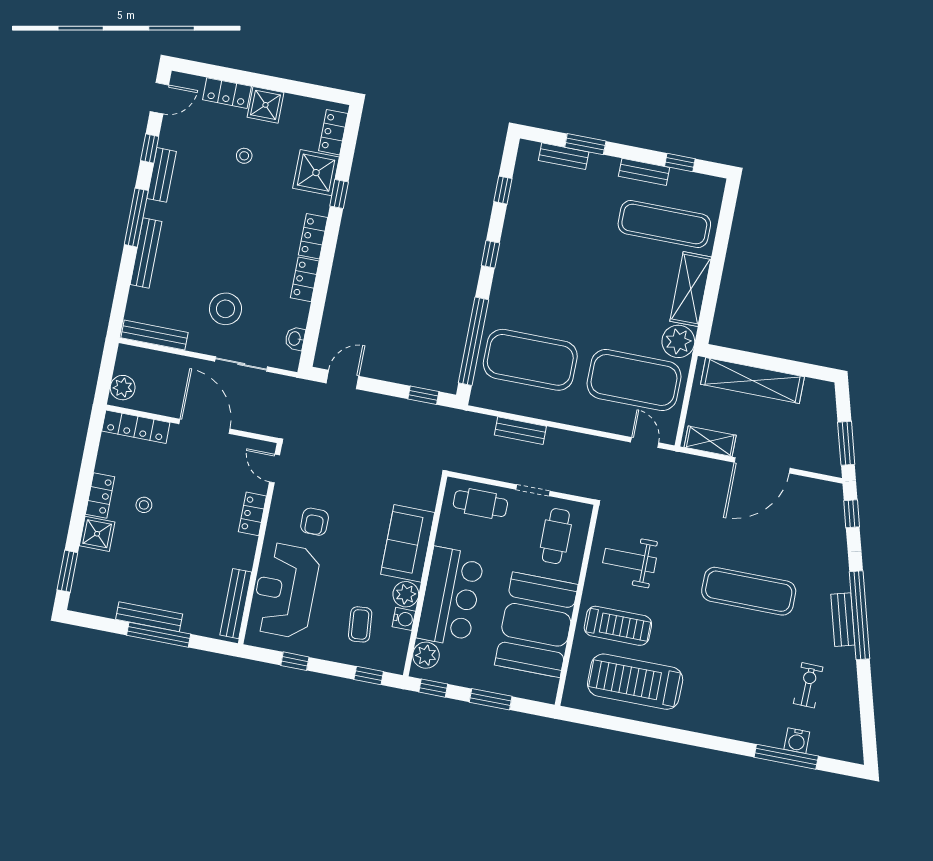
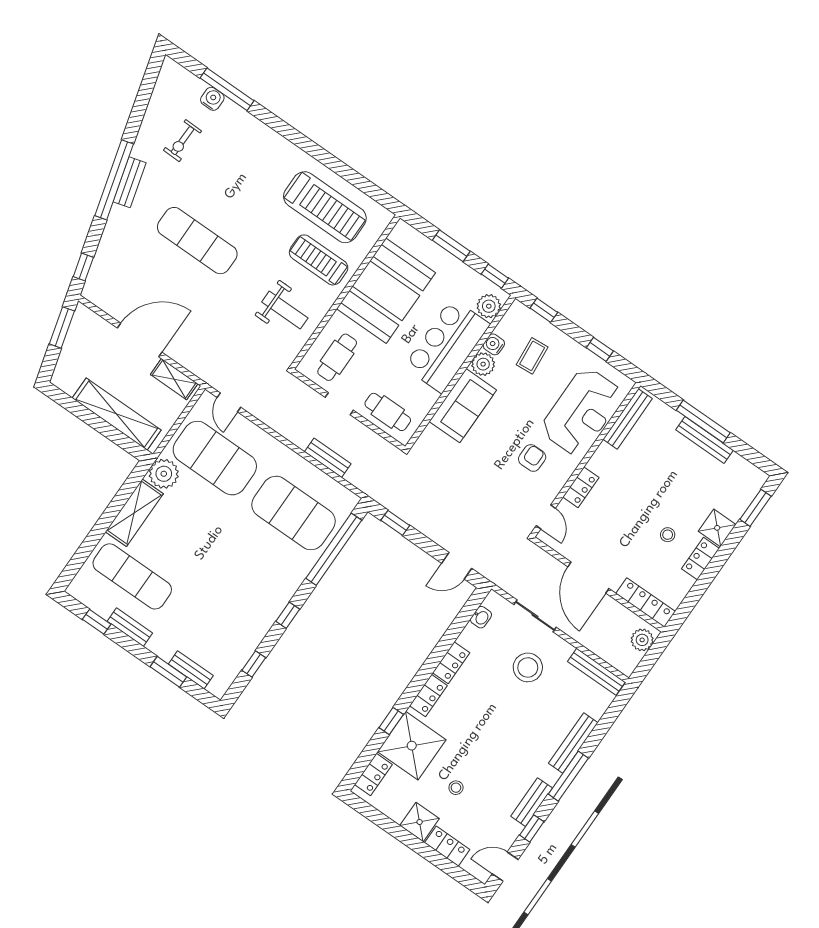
shower: (316, 173) -> (412, 746), width x1.37, depth x1.37

